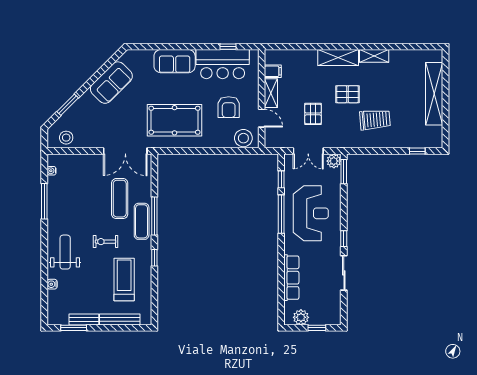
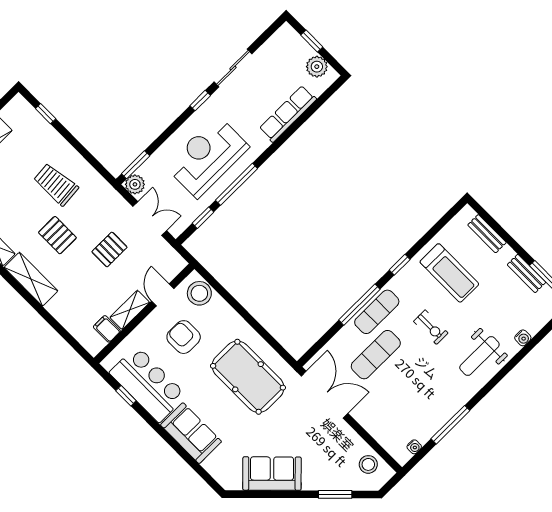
armchair: (229, 107) -> (184, 337), turned -90
treadmill: (124, 279) -> (449, 273), turned -90
bench: (120, 320) -> (487, 234), width x0.73

